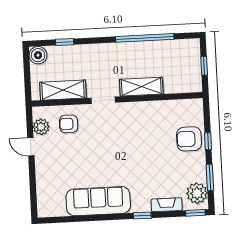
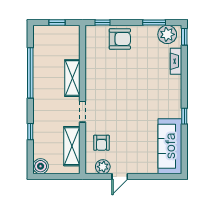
window: (65, 42) -> (30, 132), moved
armchair: (189, 139) -> (120, 39), turned -90
window: (208, 141) -> (103, 23), moved
sofa: (98, 201) -> (170, 146), moved
window: (142, 216) -> (184, 116), moved

